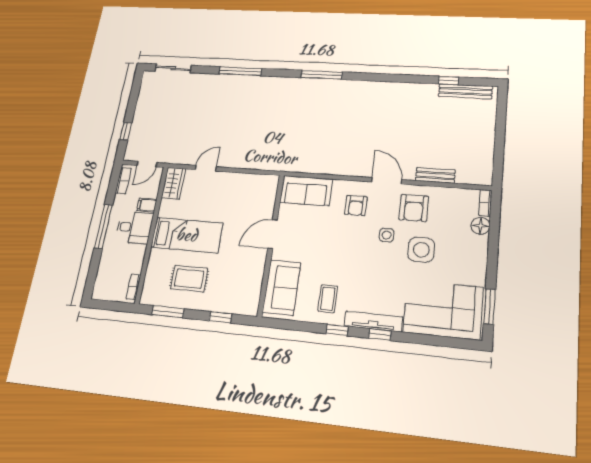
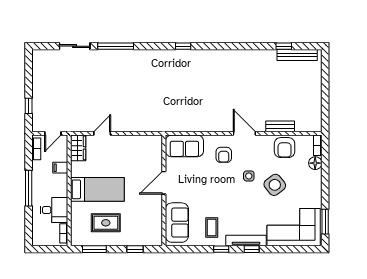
sliding door: (173, 68) -> (75, 46), moved
window: (321, 75) -> (183, 46), width x0.46
armchair: (414, 208) -> (285, 148), moved
desk: (134, 228) -> (54, 210), moved
side table: (421, 250) -> (275, 185), turned -38

